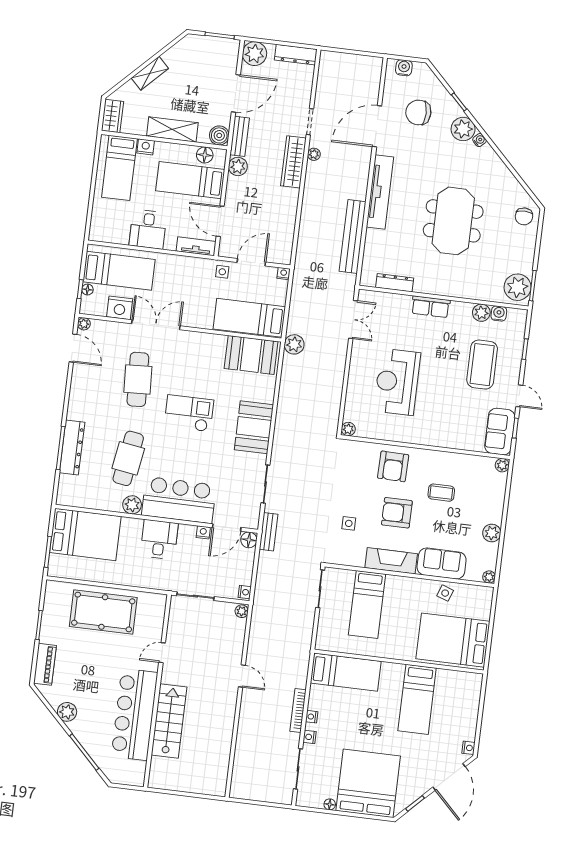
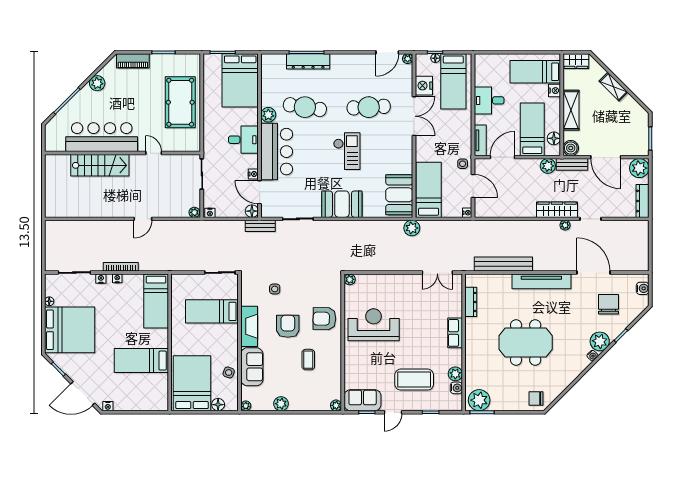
reception desk: (397, 382) -> (374, 325), moved
floor lamp: (483, 611) -> (218, 405), added

